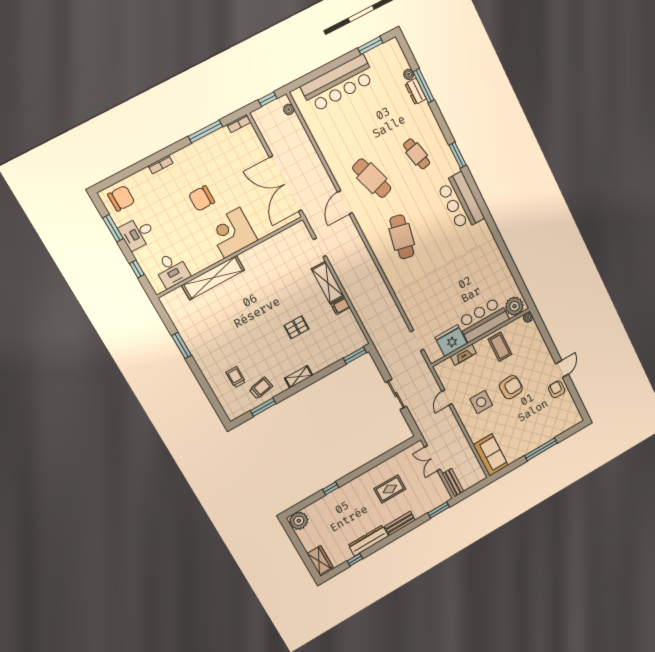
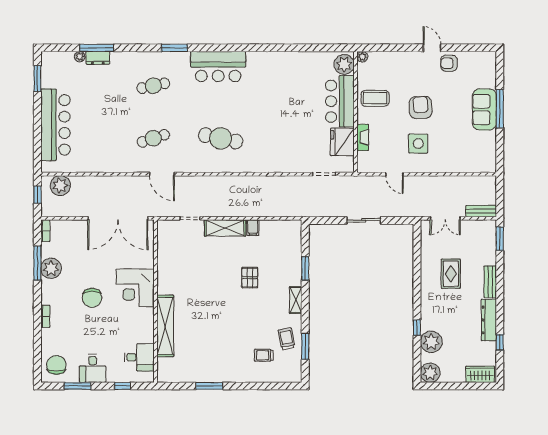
plant: (289, 109) -> (60, 186), width x1.87, depth x1.87
plant: (208, 147) -> (51, 268), added
cafe table: (372, 178) -> (153, 138), width x0.73, depth x0.74
window: (355, 355) -> (305, 268), moved
sofa: (491, 455) -> (484, 109), moved, turned -90
plant: (325, 507) -> (431, 342), added

